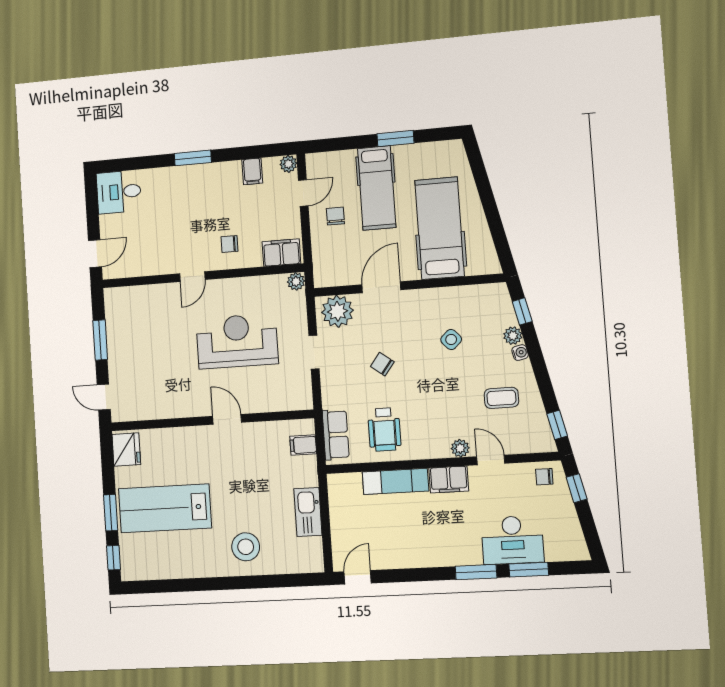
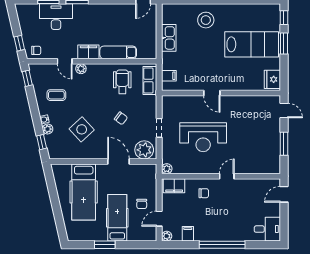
window: (193, 158) -> (222, 245), width x2.11
door: (381, 287) -> (118, 162), swing flipped
side table: (451, 339) -> (82, 129), width x1.87, depth x1.87

